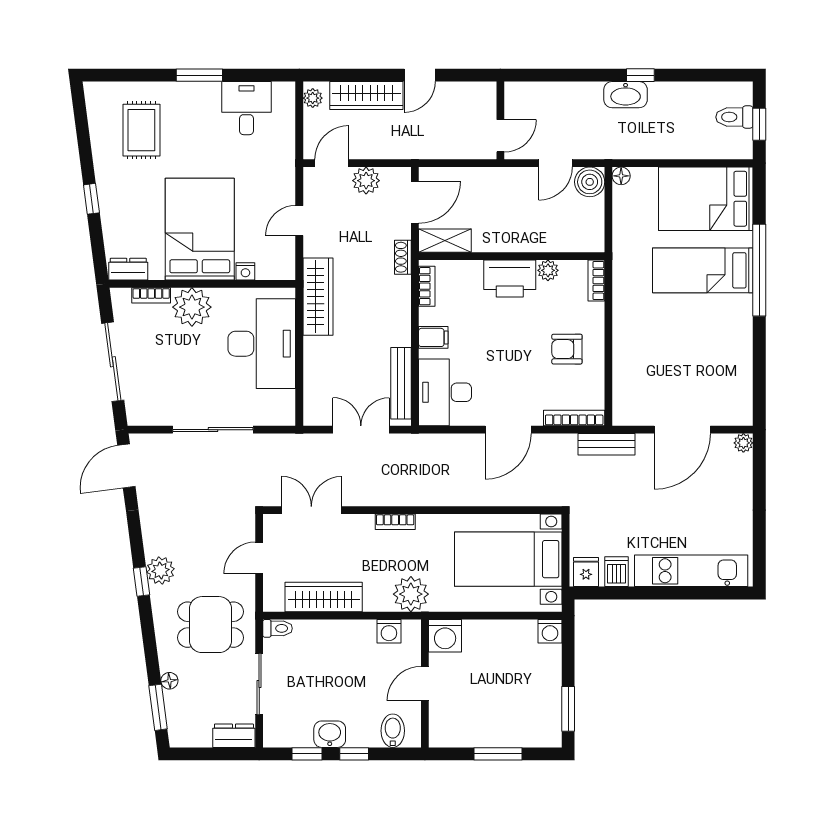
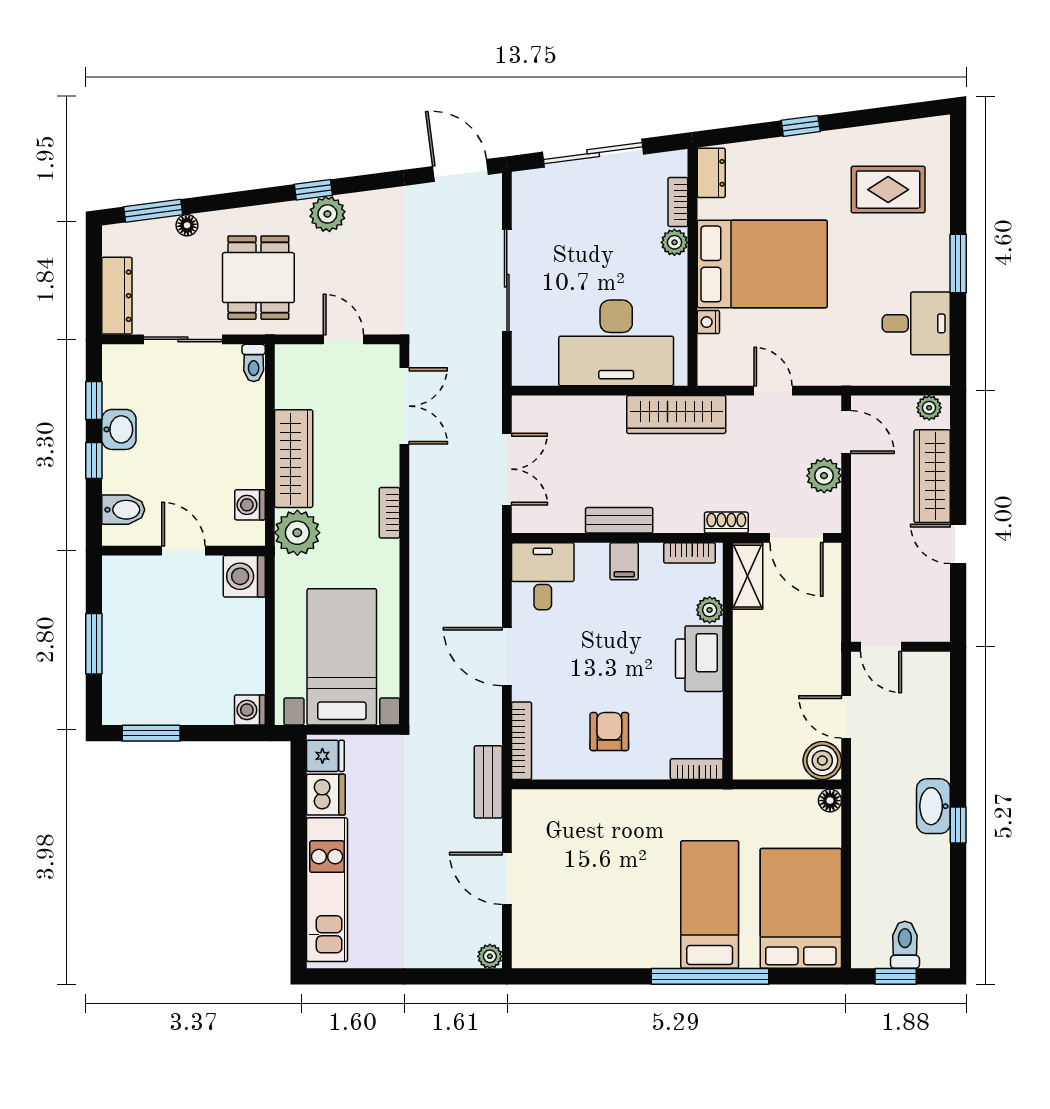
plant: (548, 270) -> (710, 610), moved
plant: (192, 307) -> (674, 242), width x0.53, depth x0.53
bench: (401, 383) -> (619, 520), moved, width x0.73
desk: (445, 392) -> (543, 576), width x0.73
door: (682, 430) -> (507, 878), width x0.73
dishwasher: (616, 572) -> (326, 795), width x1.38
wardrobe: (324, 597) -> (294, 459), moved
dresser: (234, 736) -> (117, 296), width x1.44

